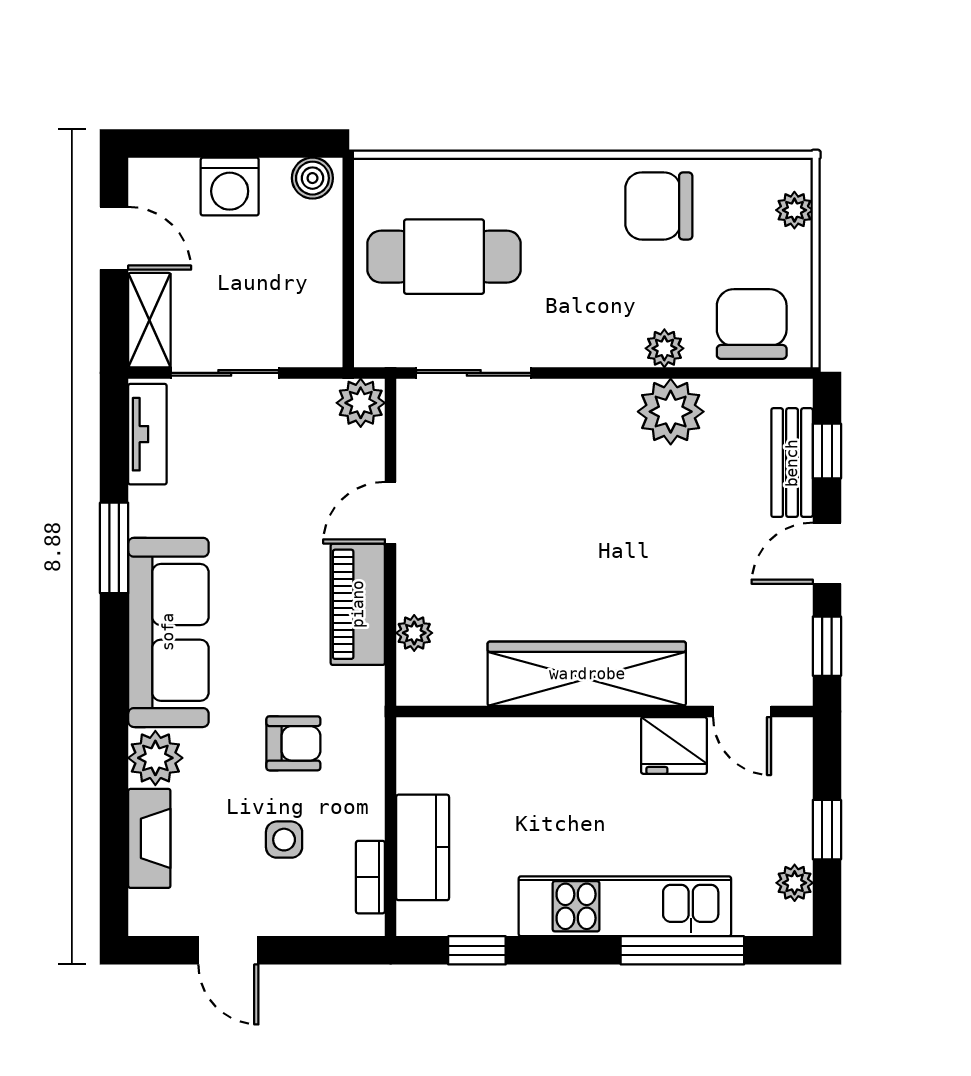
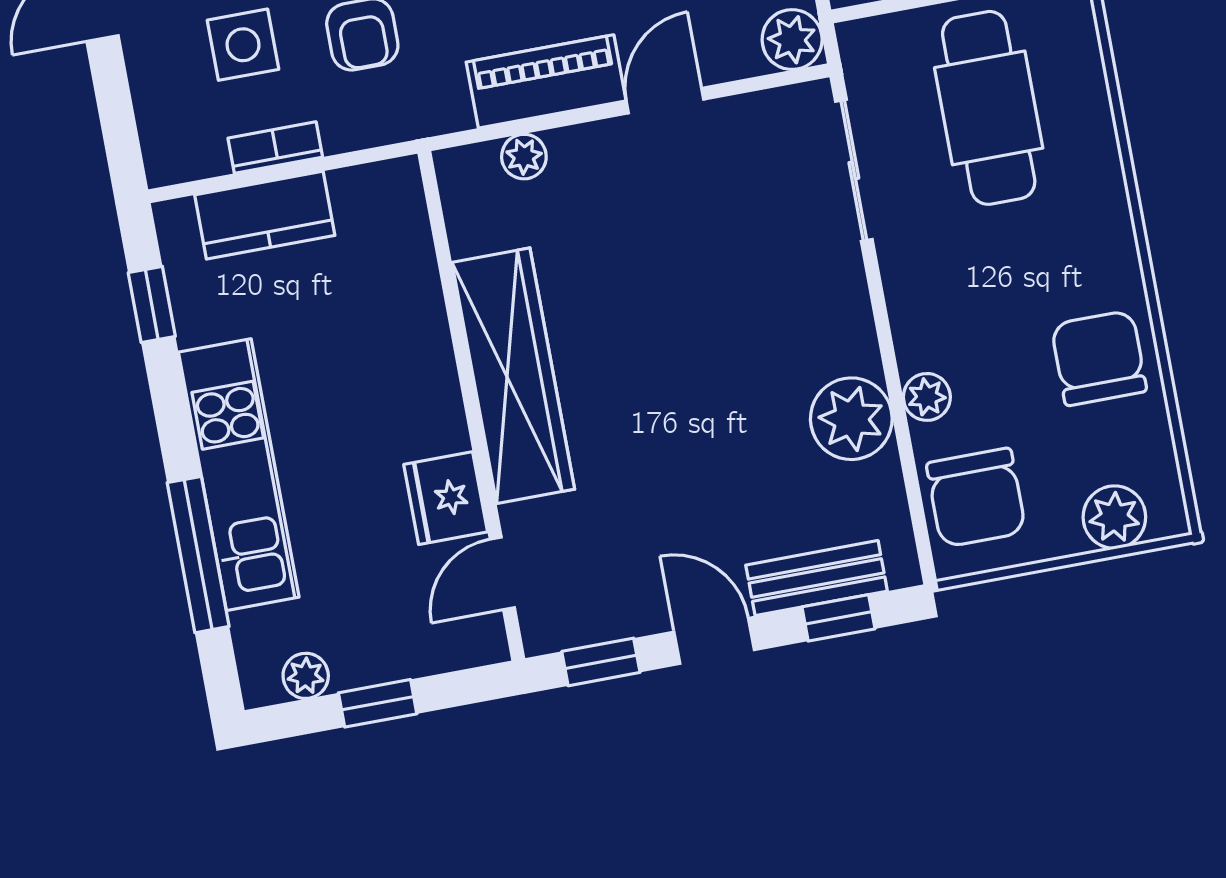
plant: (794, 210) -> (1114, 517), width x1.38, depth x1.38
chair: (752, 324) -> (976, 498), turned 90
door: (391, 513) -> (665, 101), hinge flipped
side table: (284, 840) -> (243, 45), width x1.37, depth x1.37
bookcase: (370, 877) -> (275, 148), moved

